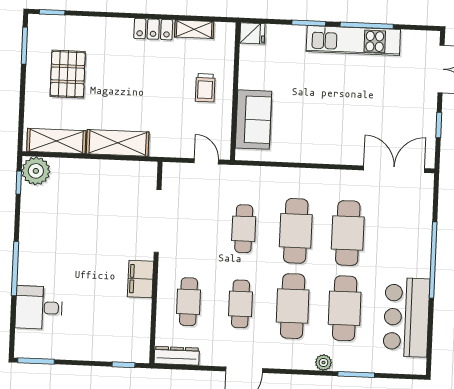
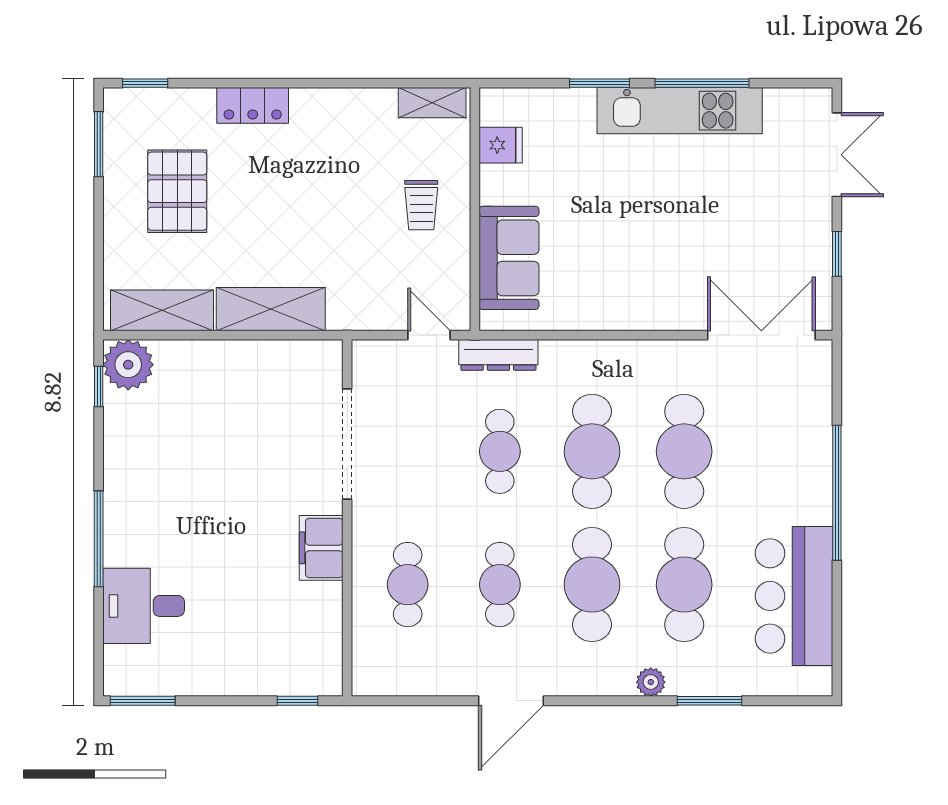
locker: (153, 29) -> (253, 105), moved
shelving: (194, 29) -> (432, 103), moved
fridge: (252, 33) -> (501, 145), moved
dresser: (177, 356) -> (498, 355), moved, turned 180

